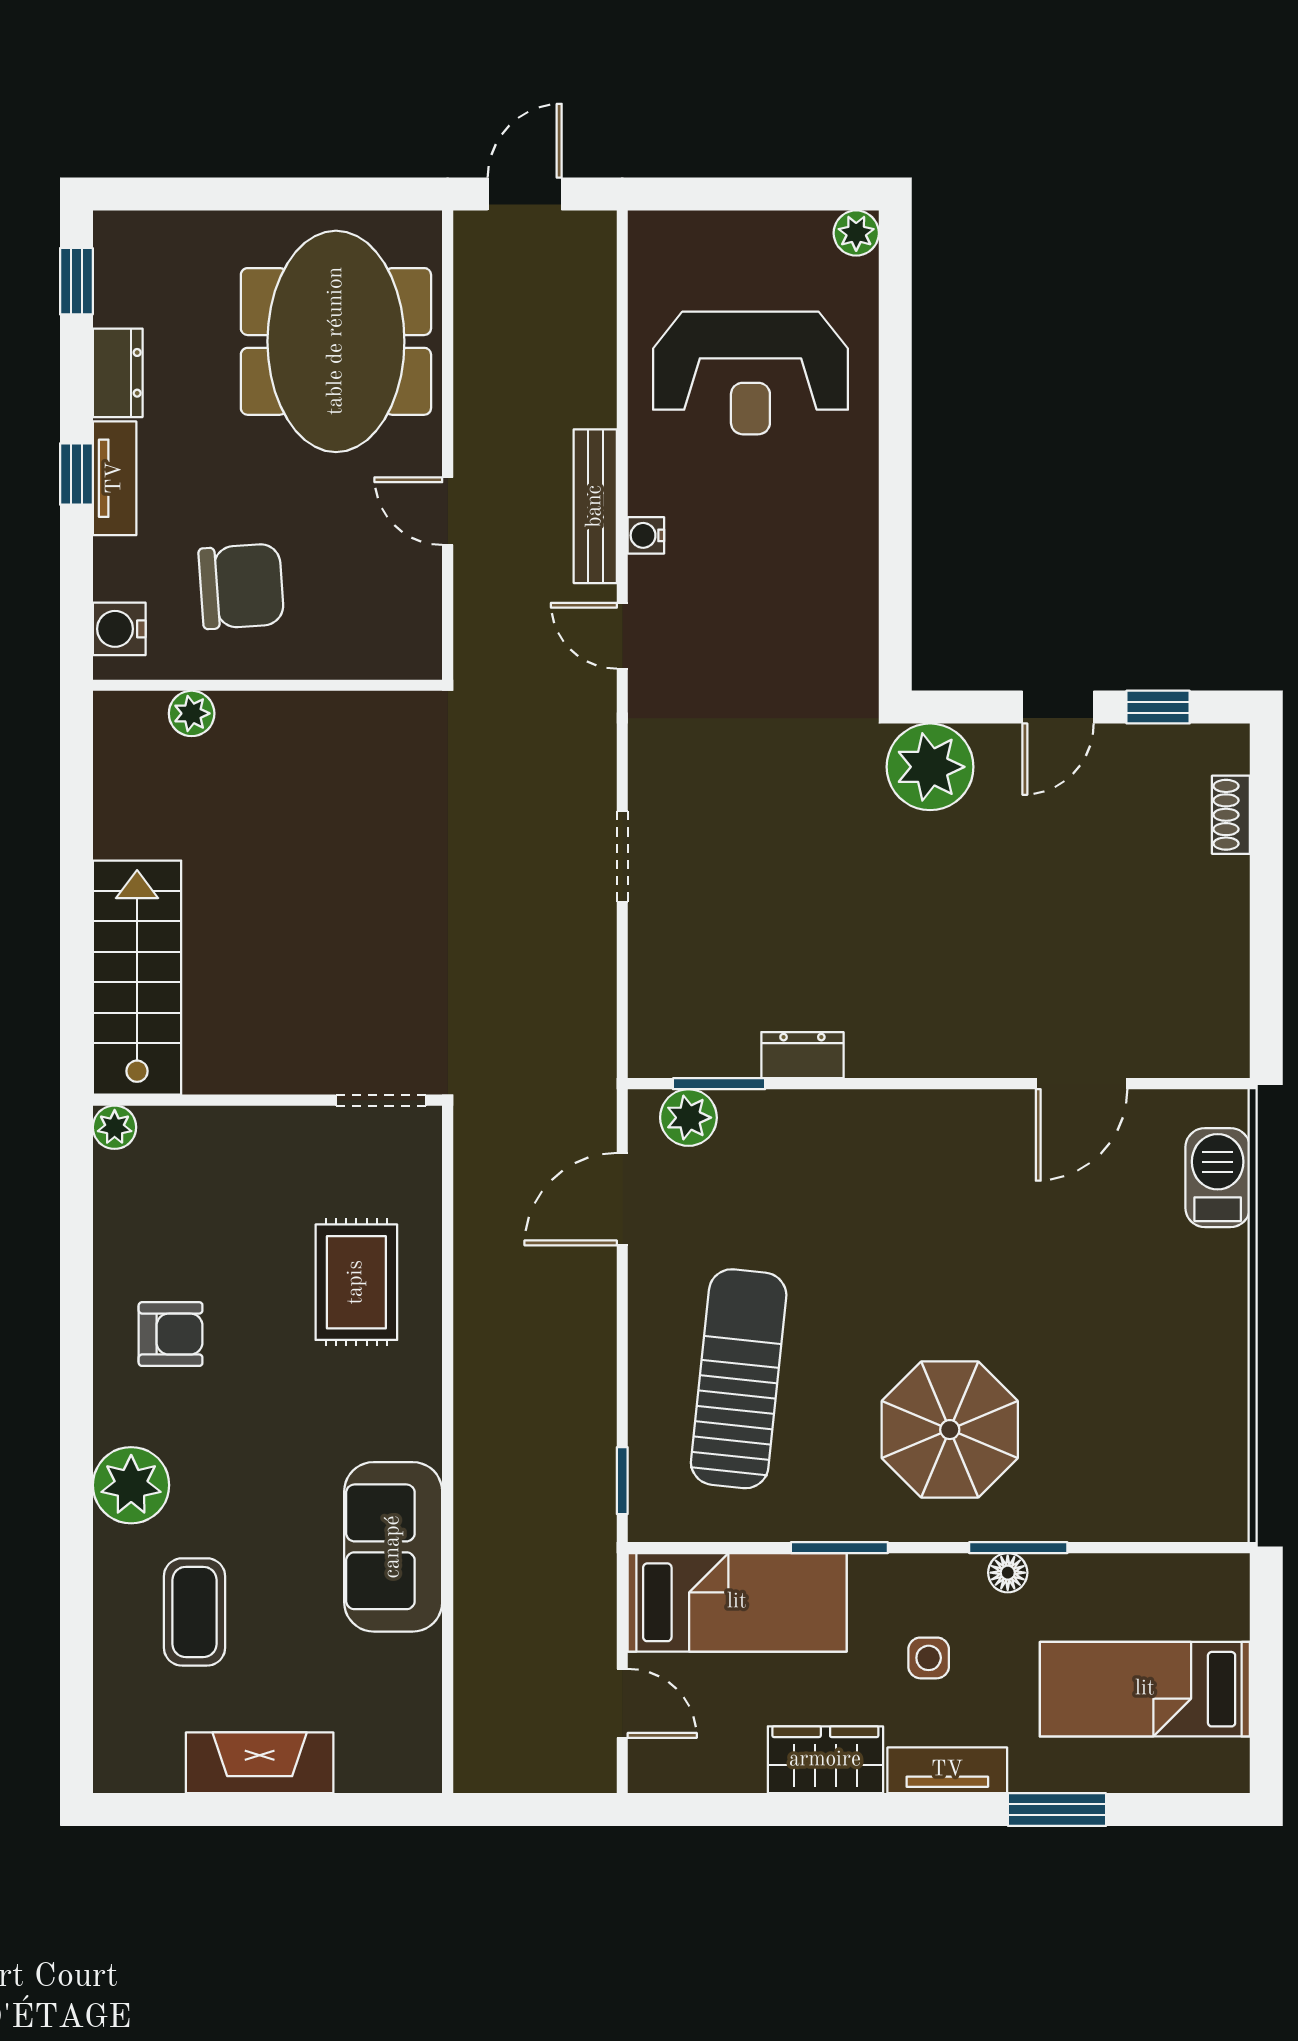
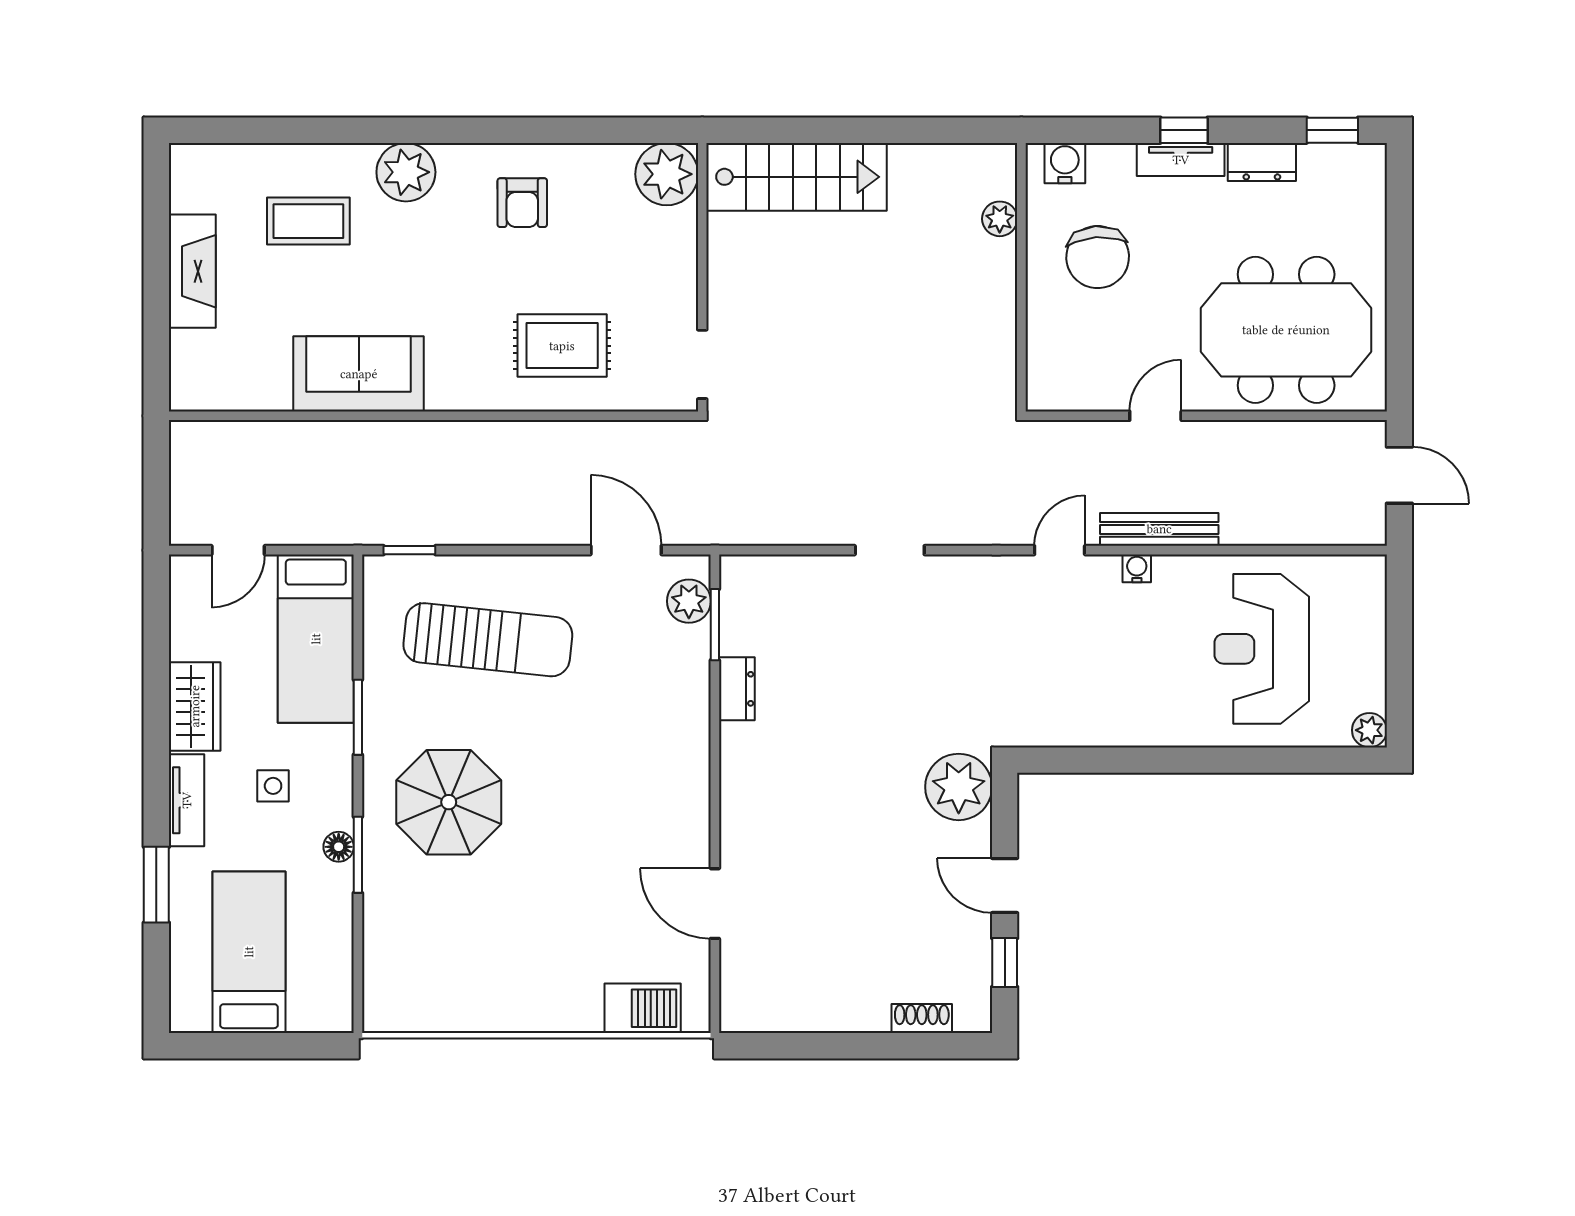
plant: (115, 1127) -> (667, 174), width x1.88, depth x1.88

